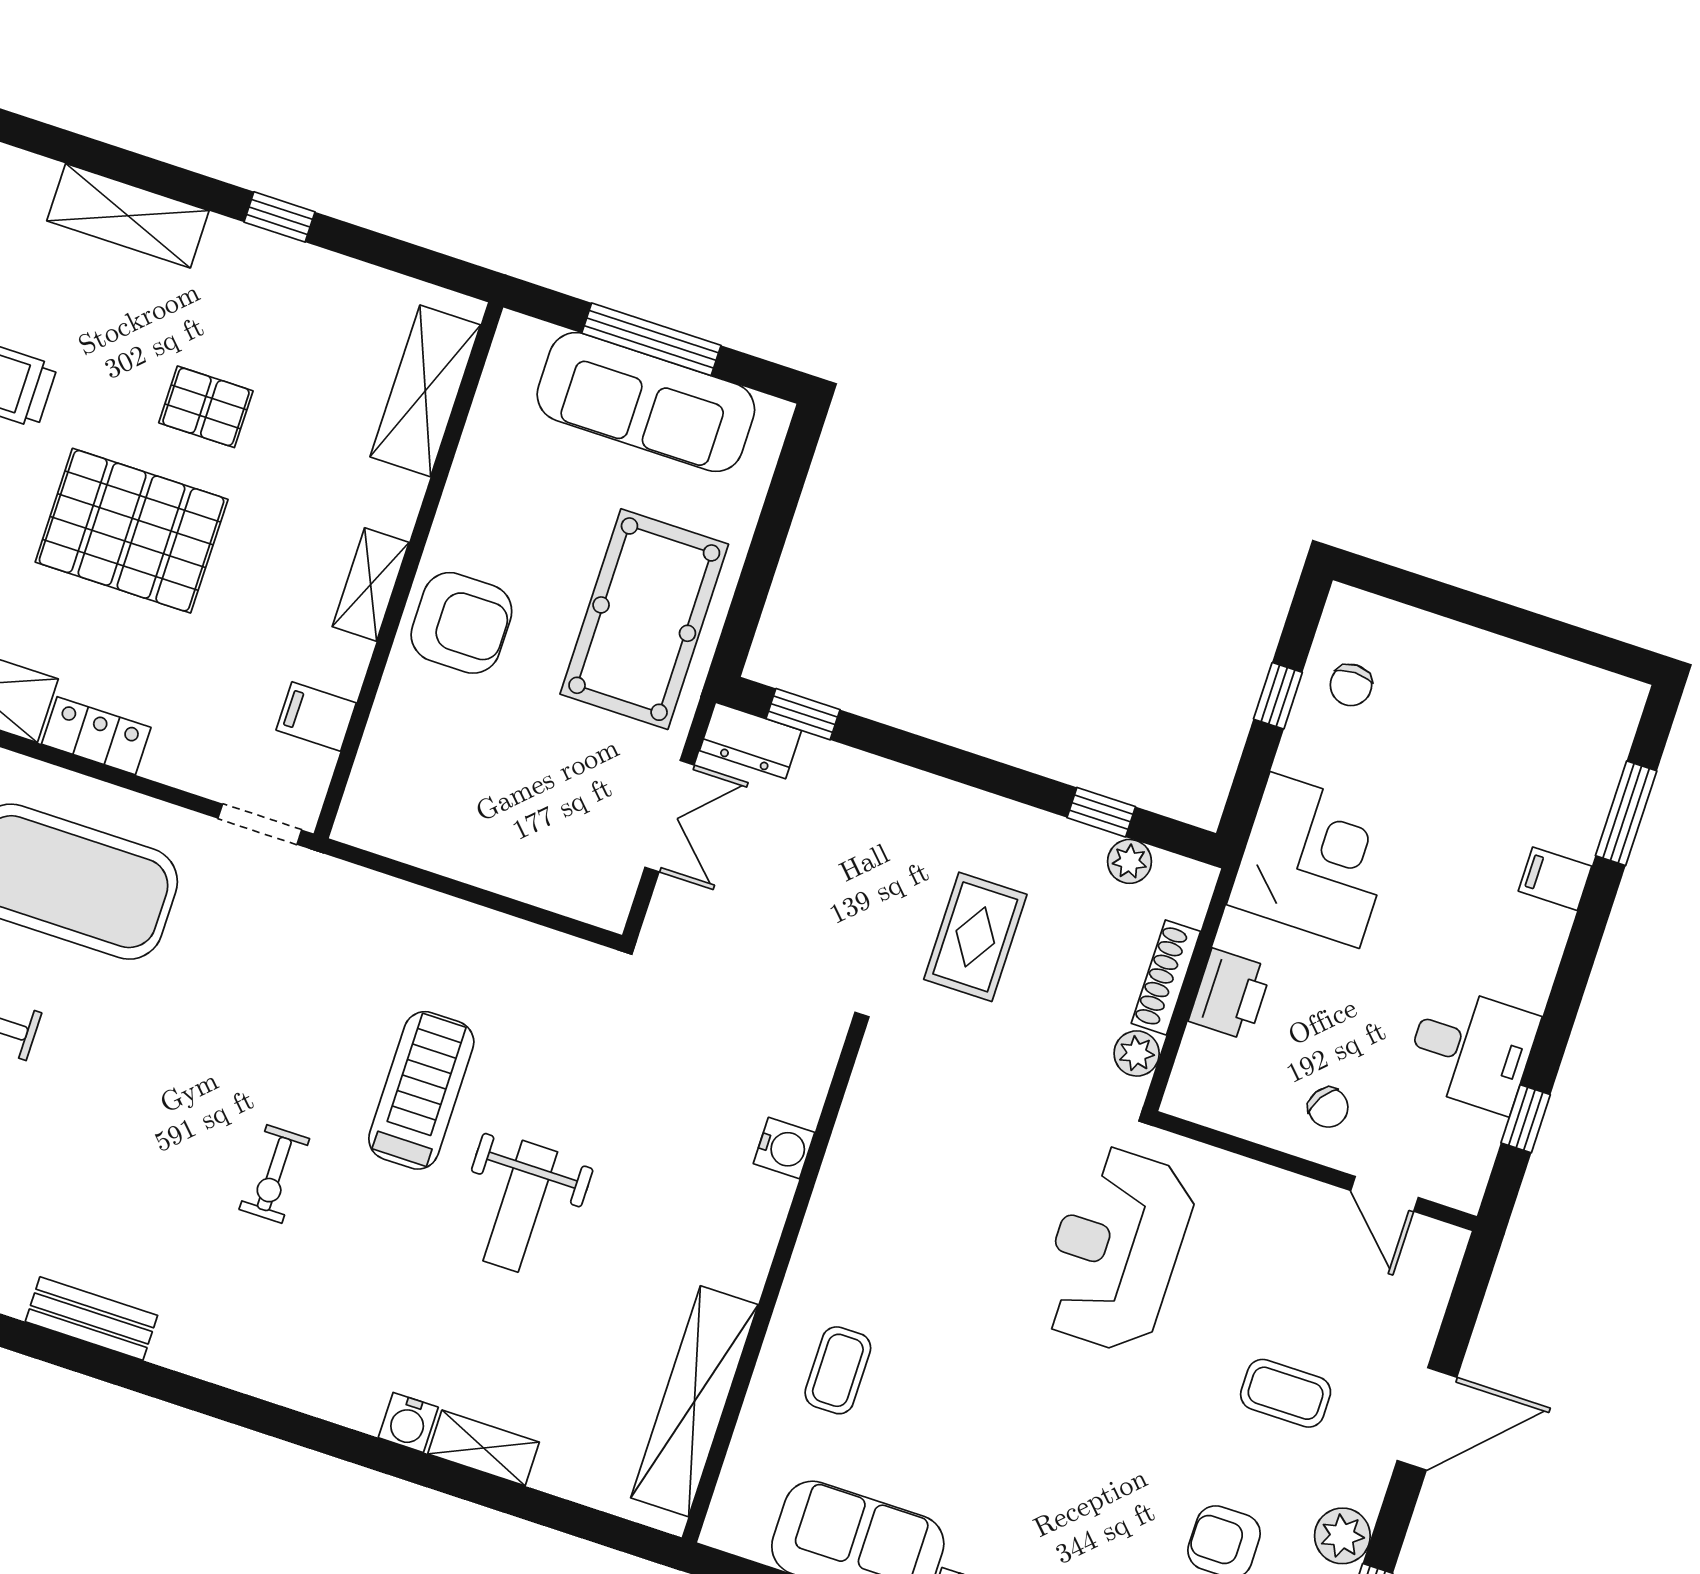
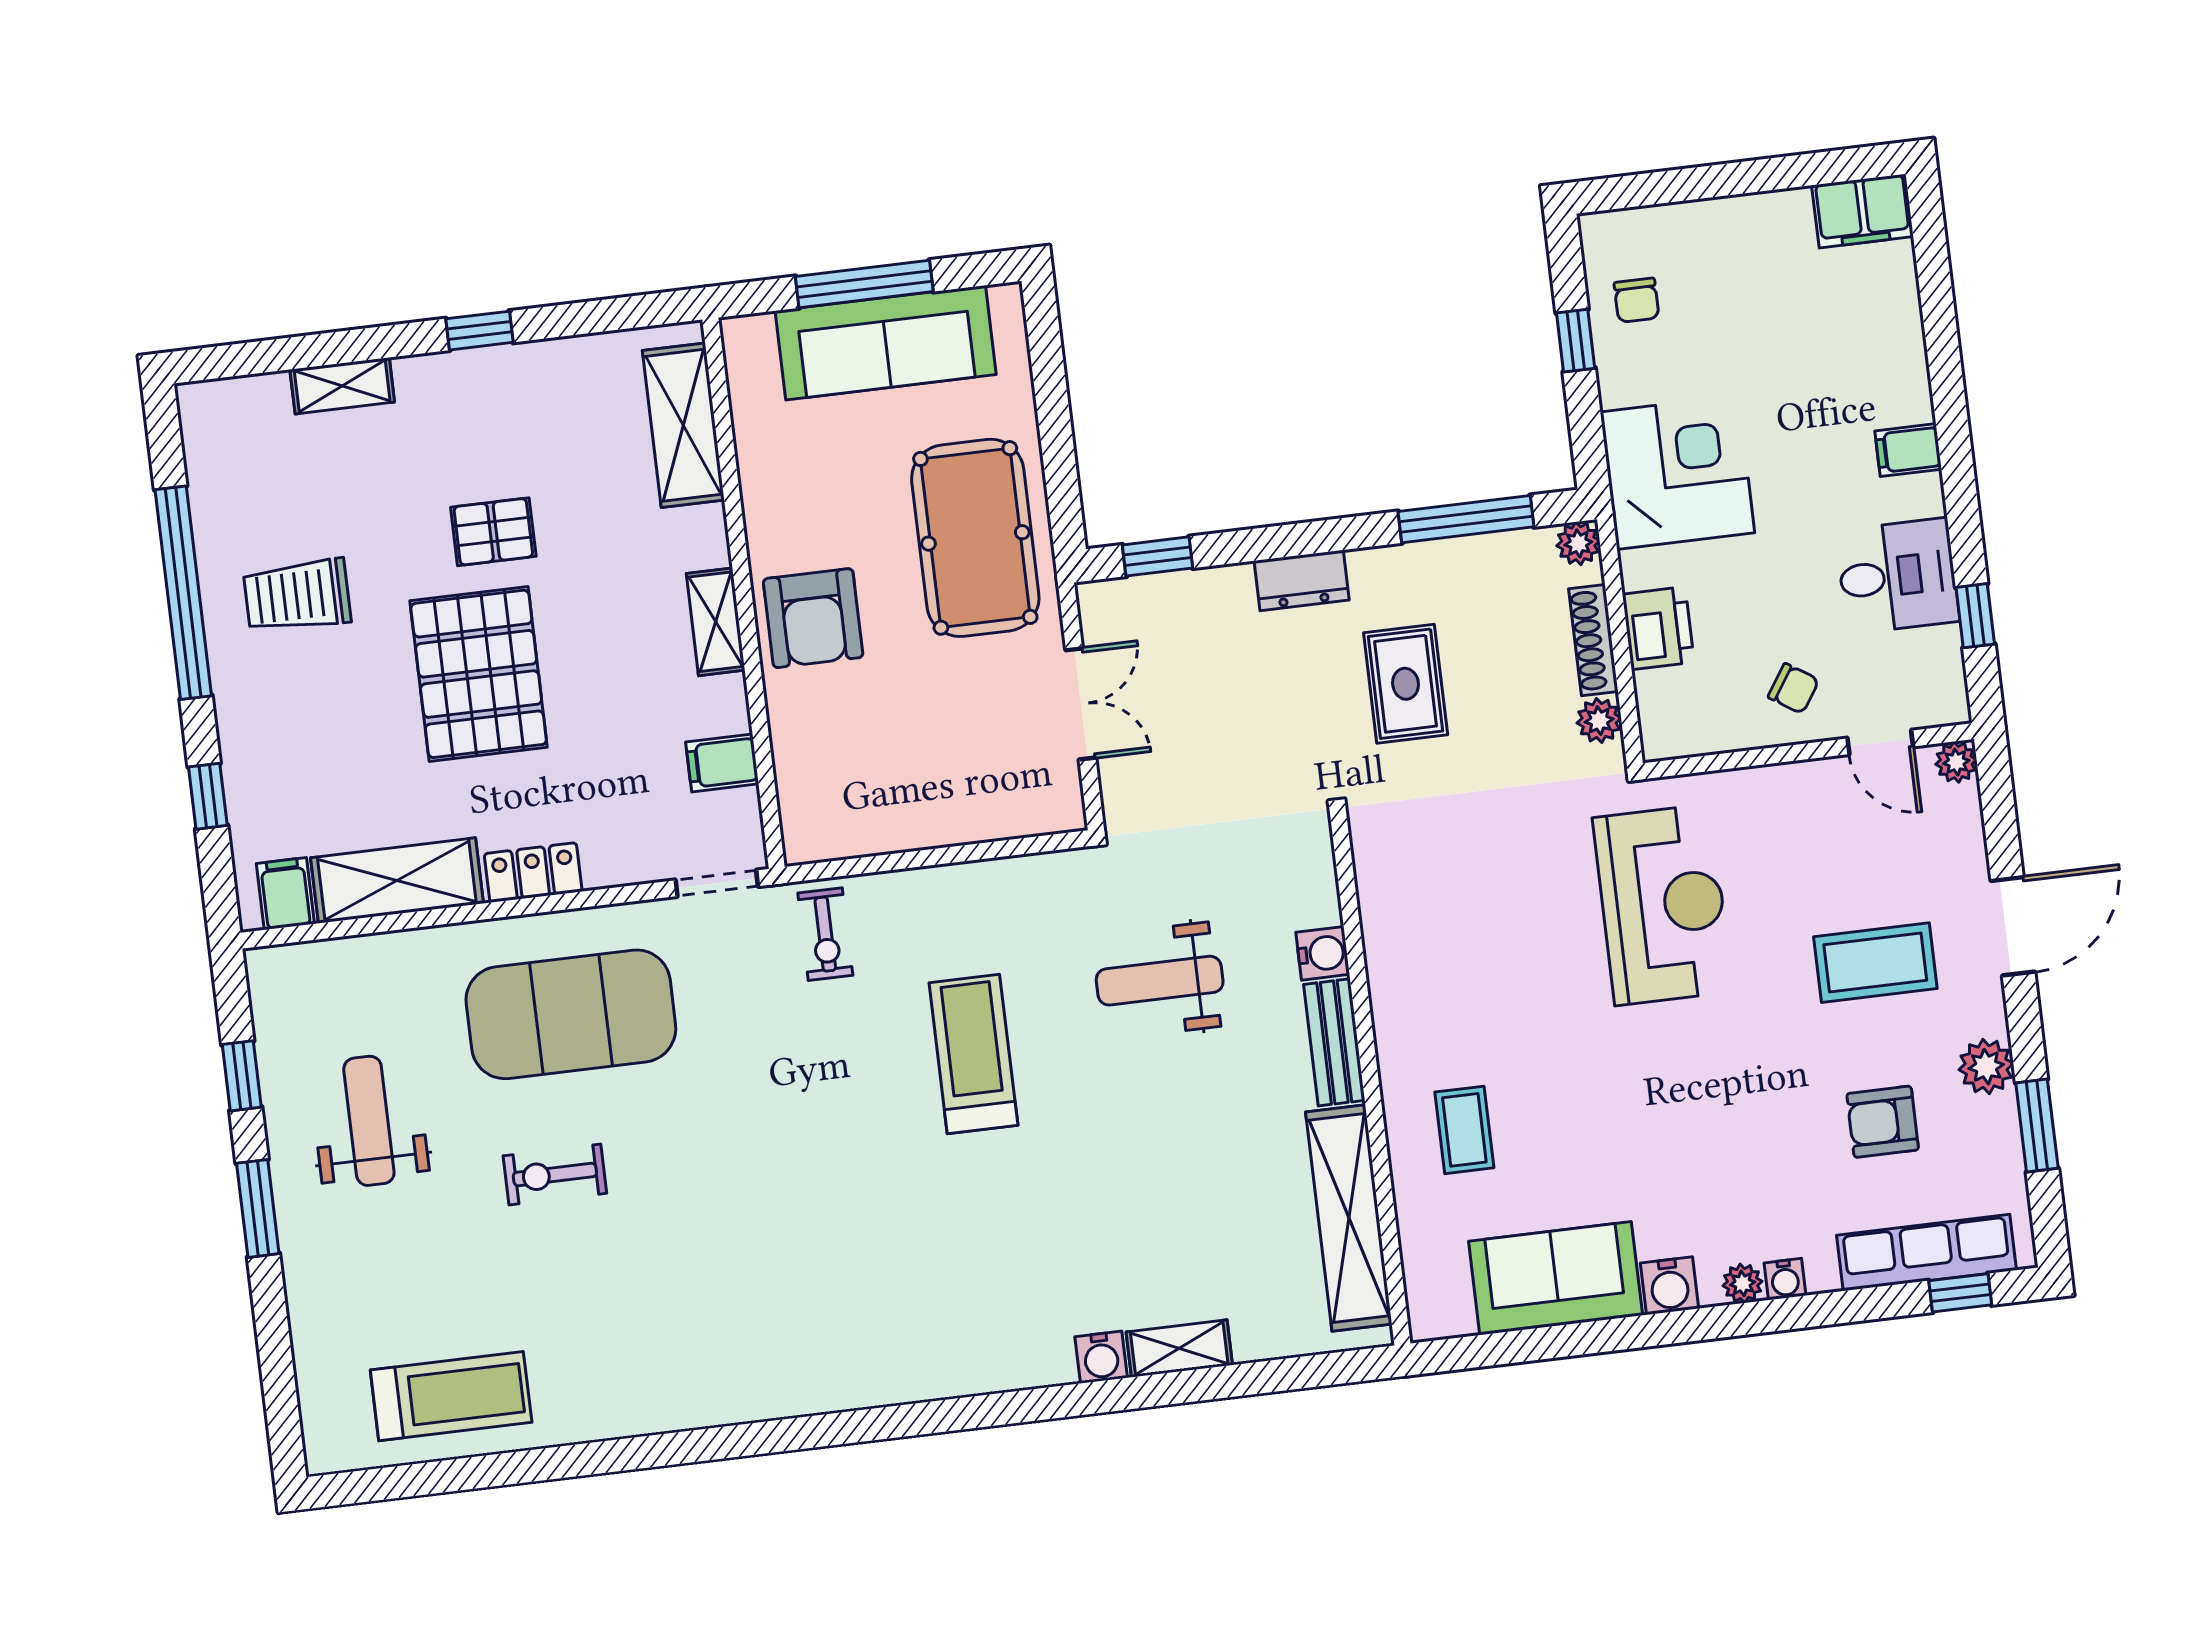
shelving: (128, 216) -> (342, 386), width x0.67, depth x0.75
pallet: (132, 531) -> (479, 674), turned 90
armchair: (461, 623) -> (813, 618), turned 90
filing cabinet: (1596, 700) -> (1863, 211), added
dresser: (751, 741) -> (1302, 580), moved
window: (1101, 812) -> (1466, 519), width x2.17
window: (1626, 813) -> (1937, 300), removed
plant: (1130, 861) -> (1578, 543), moved
filing cabinet: (1555, 879) -> (1908, 450), moved
exercise bike: (274, 1174) -> (825, 934), moved
weight bench: (520, 1206) -> (1160, 981), moved, turned 90
plant: (1446, 1244) -> (1956, 762), added
reception desk: (1116, 1249) -> (1663, 905), turned 180
bench: (91, 1318) -> (1334, 1042), moved, turned 90
coffee table: (1286, 1393) -> (1875, 963), width x1.36, depth x1.30

